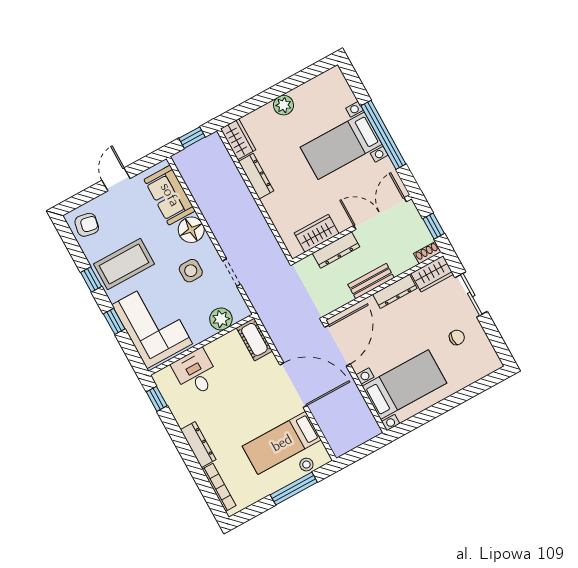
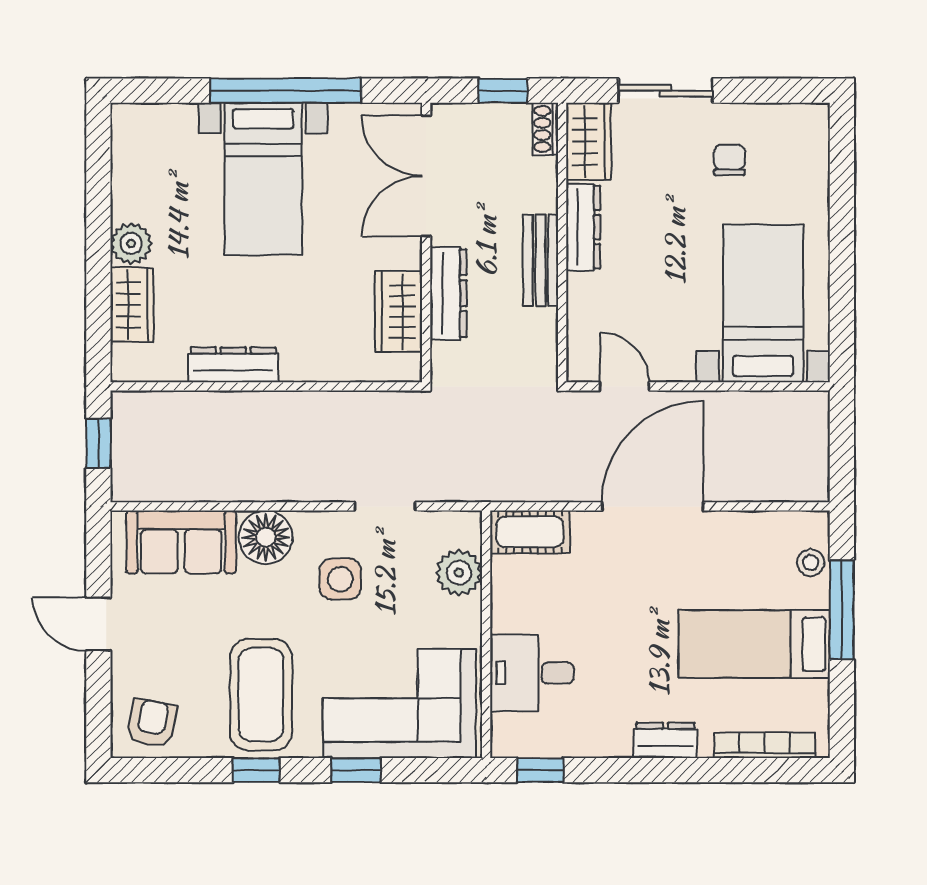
wardrobe: (238, 139) -> (132, 305), moved, turned 90
door: (337, 346) -> (625, 386), width x0.53
bed: (282, 443) -> (754, 644), moved, turned 90
dresser: (198, 445) -> (665, 740), width x0.70

